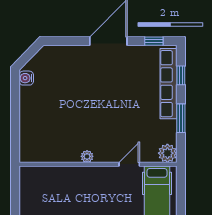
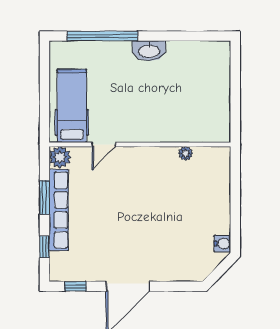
row of seats: (168, 84) -> (59, 210), moved
plant: (87, 156) -> (186, 153), moved

